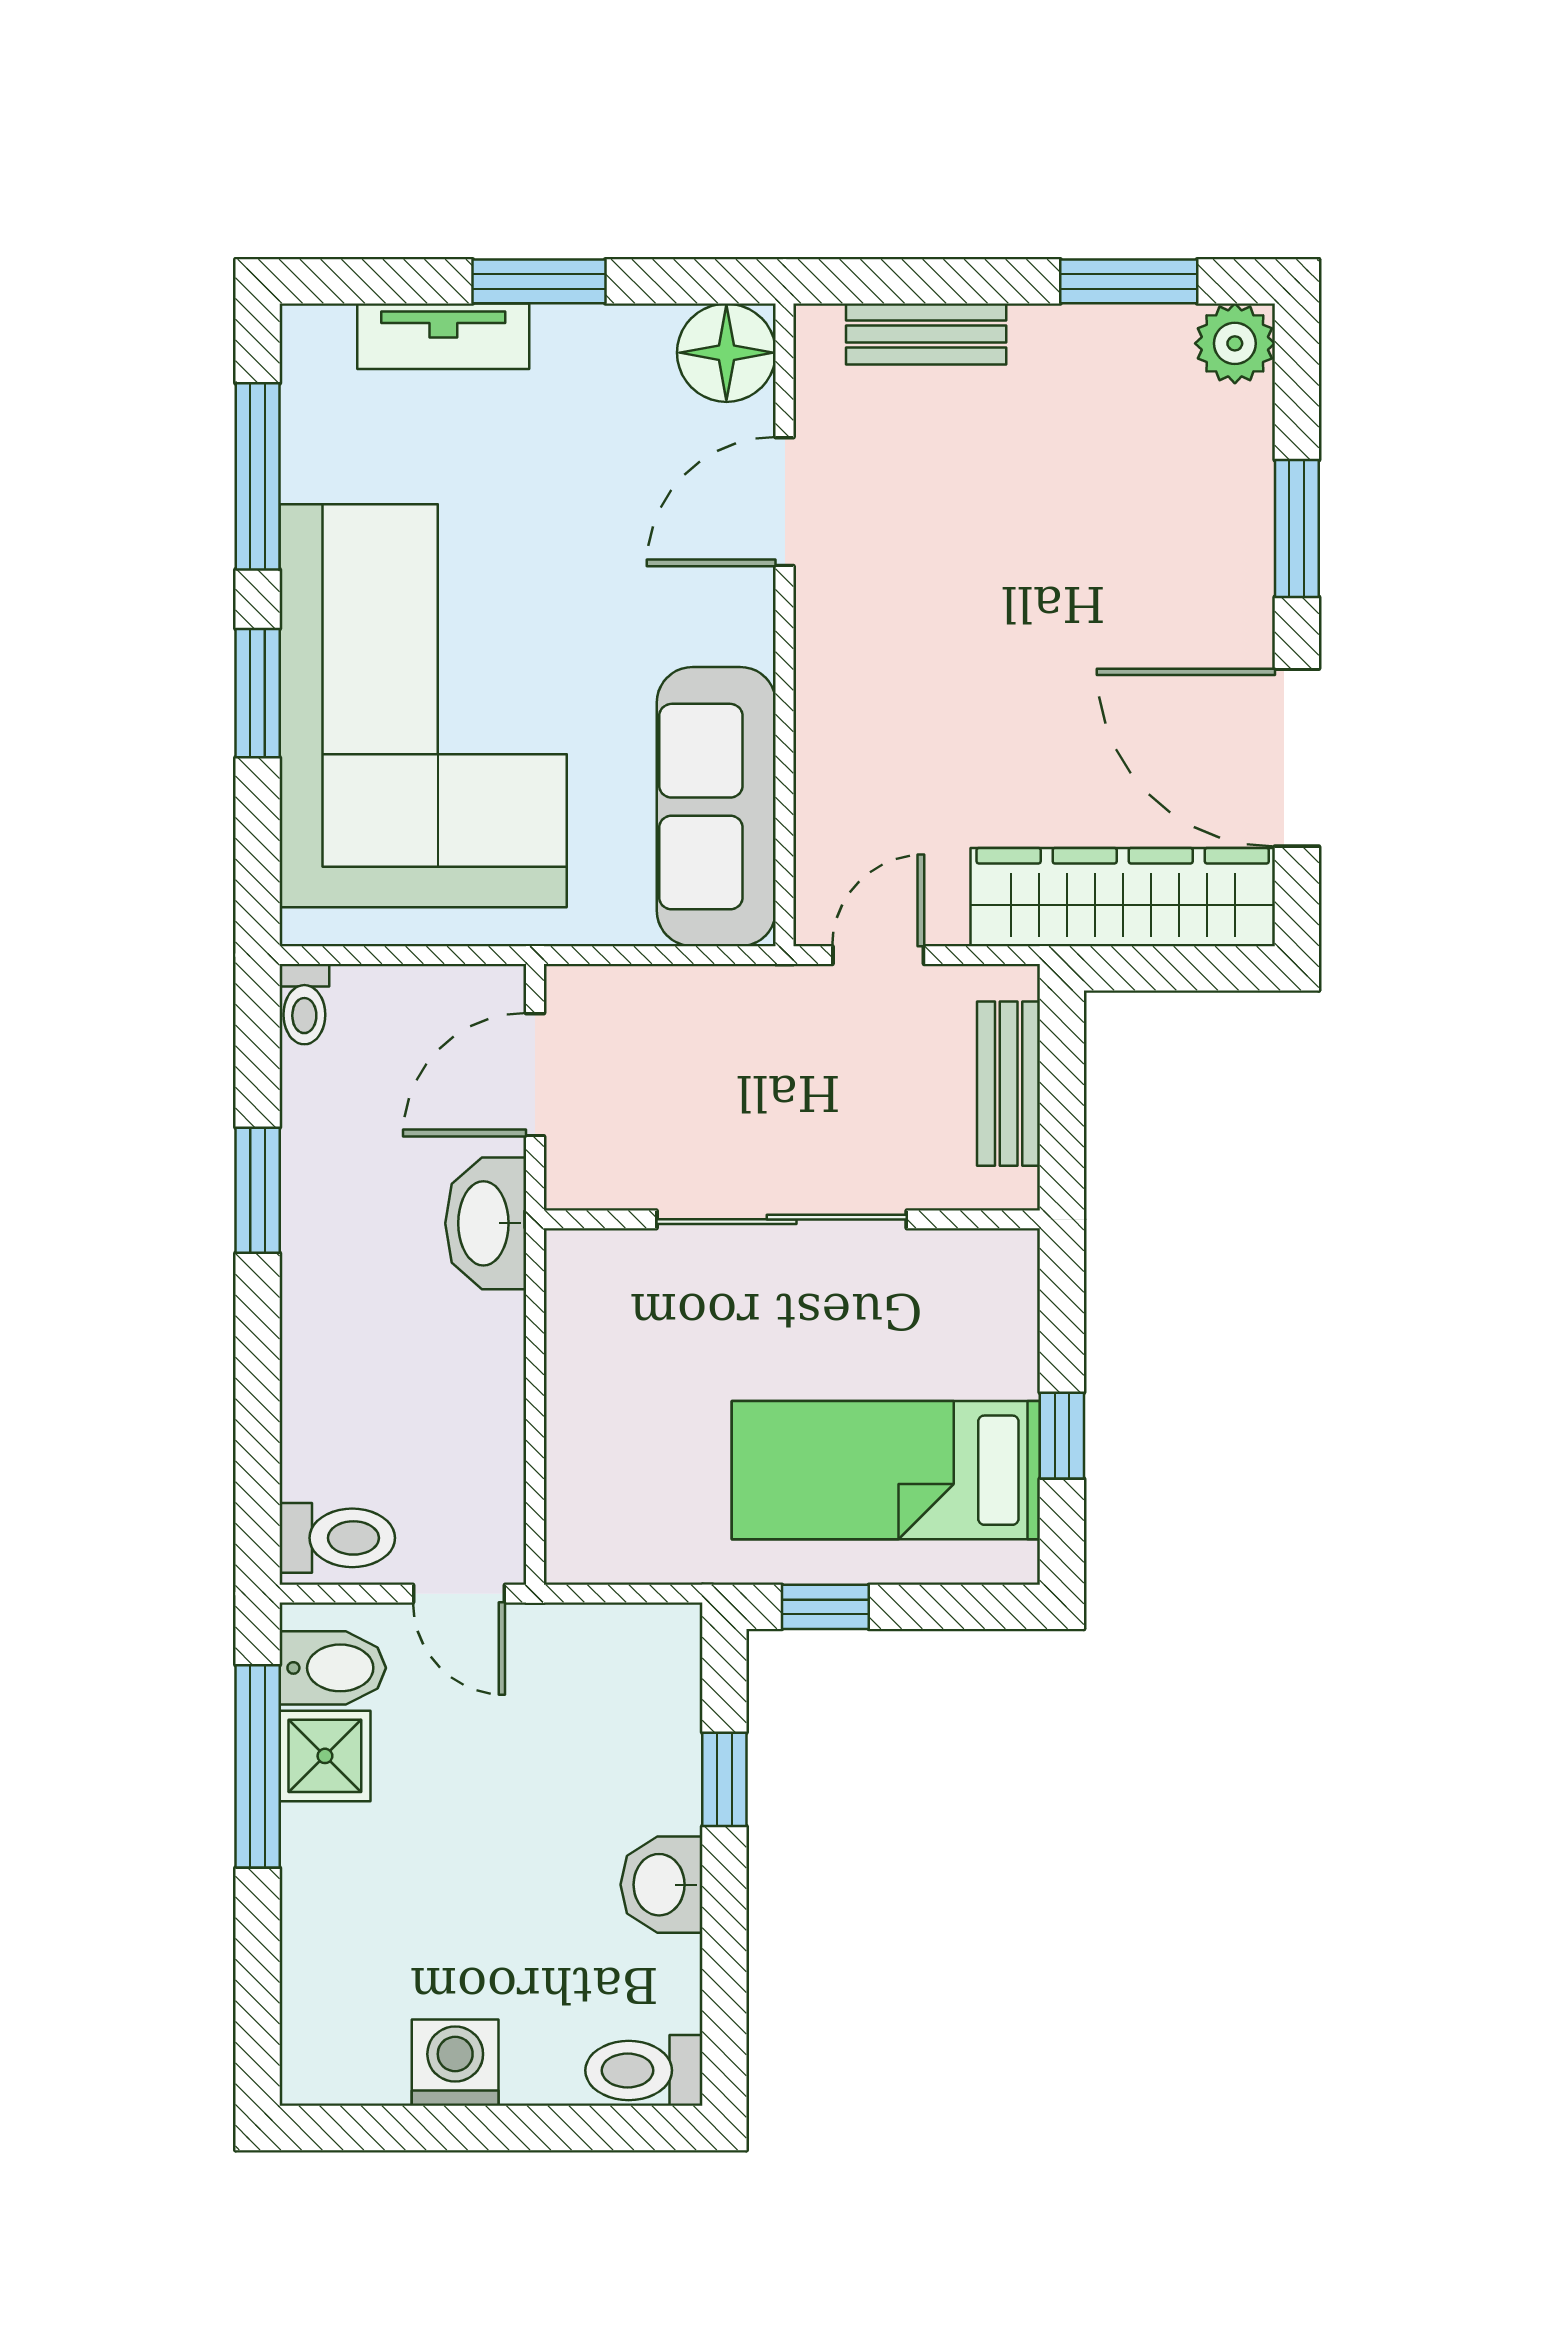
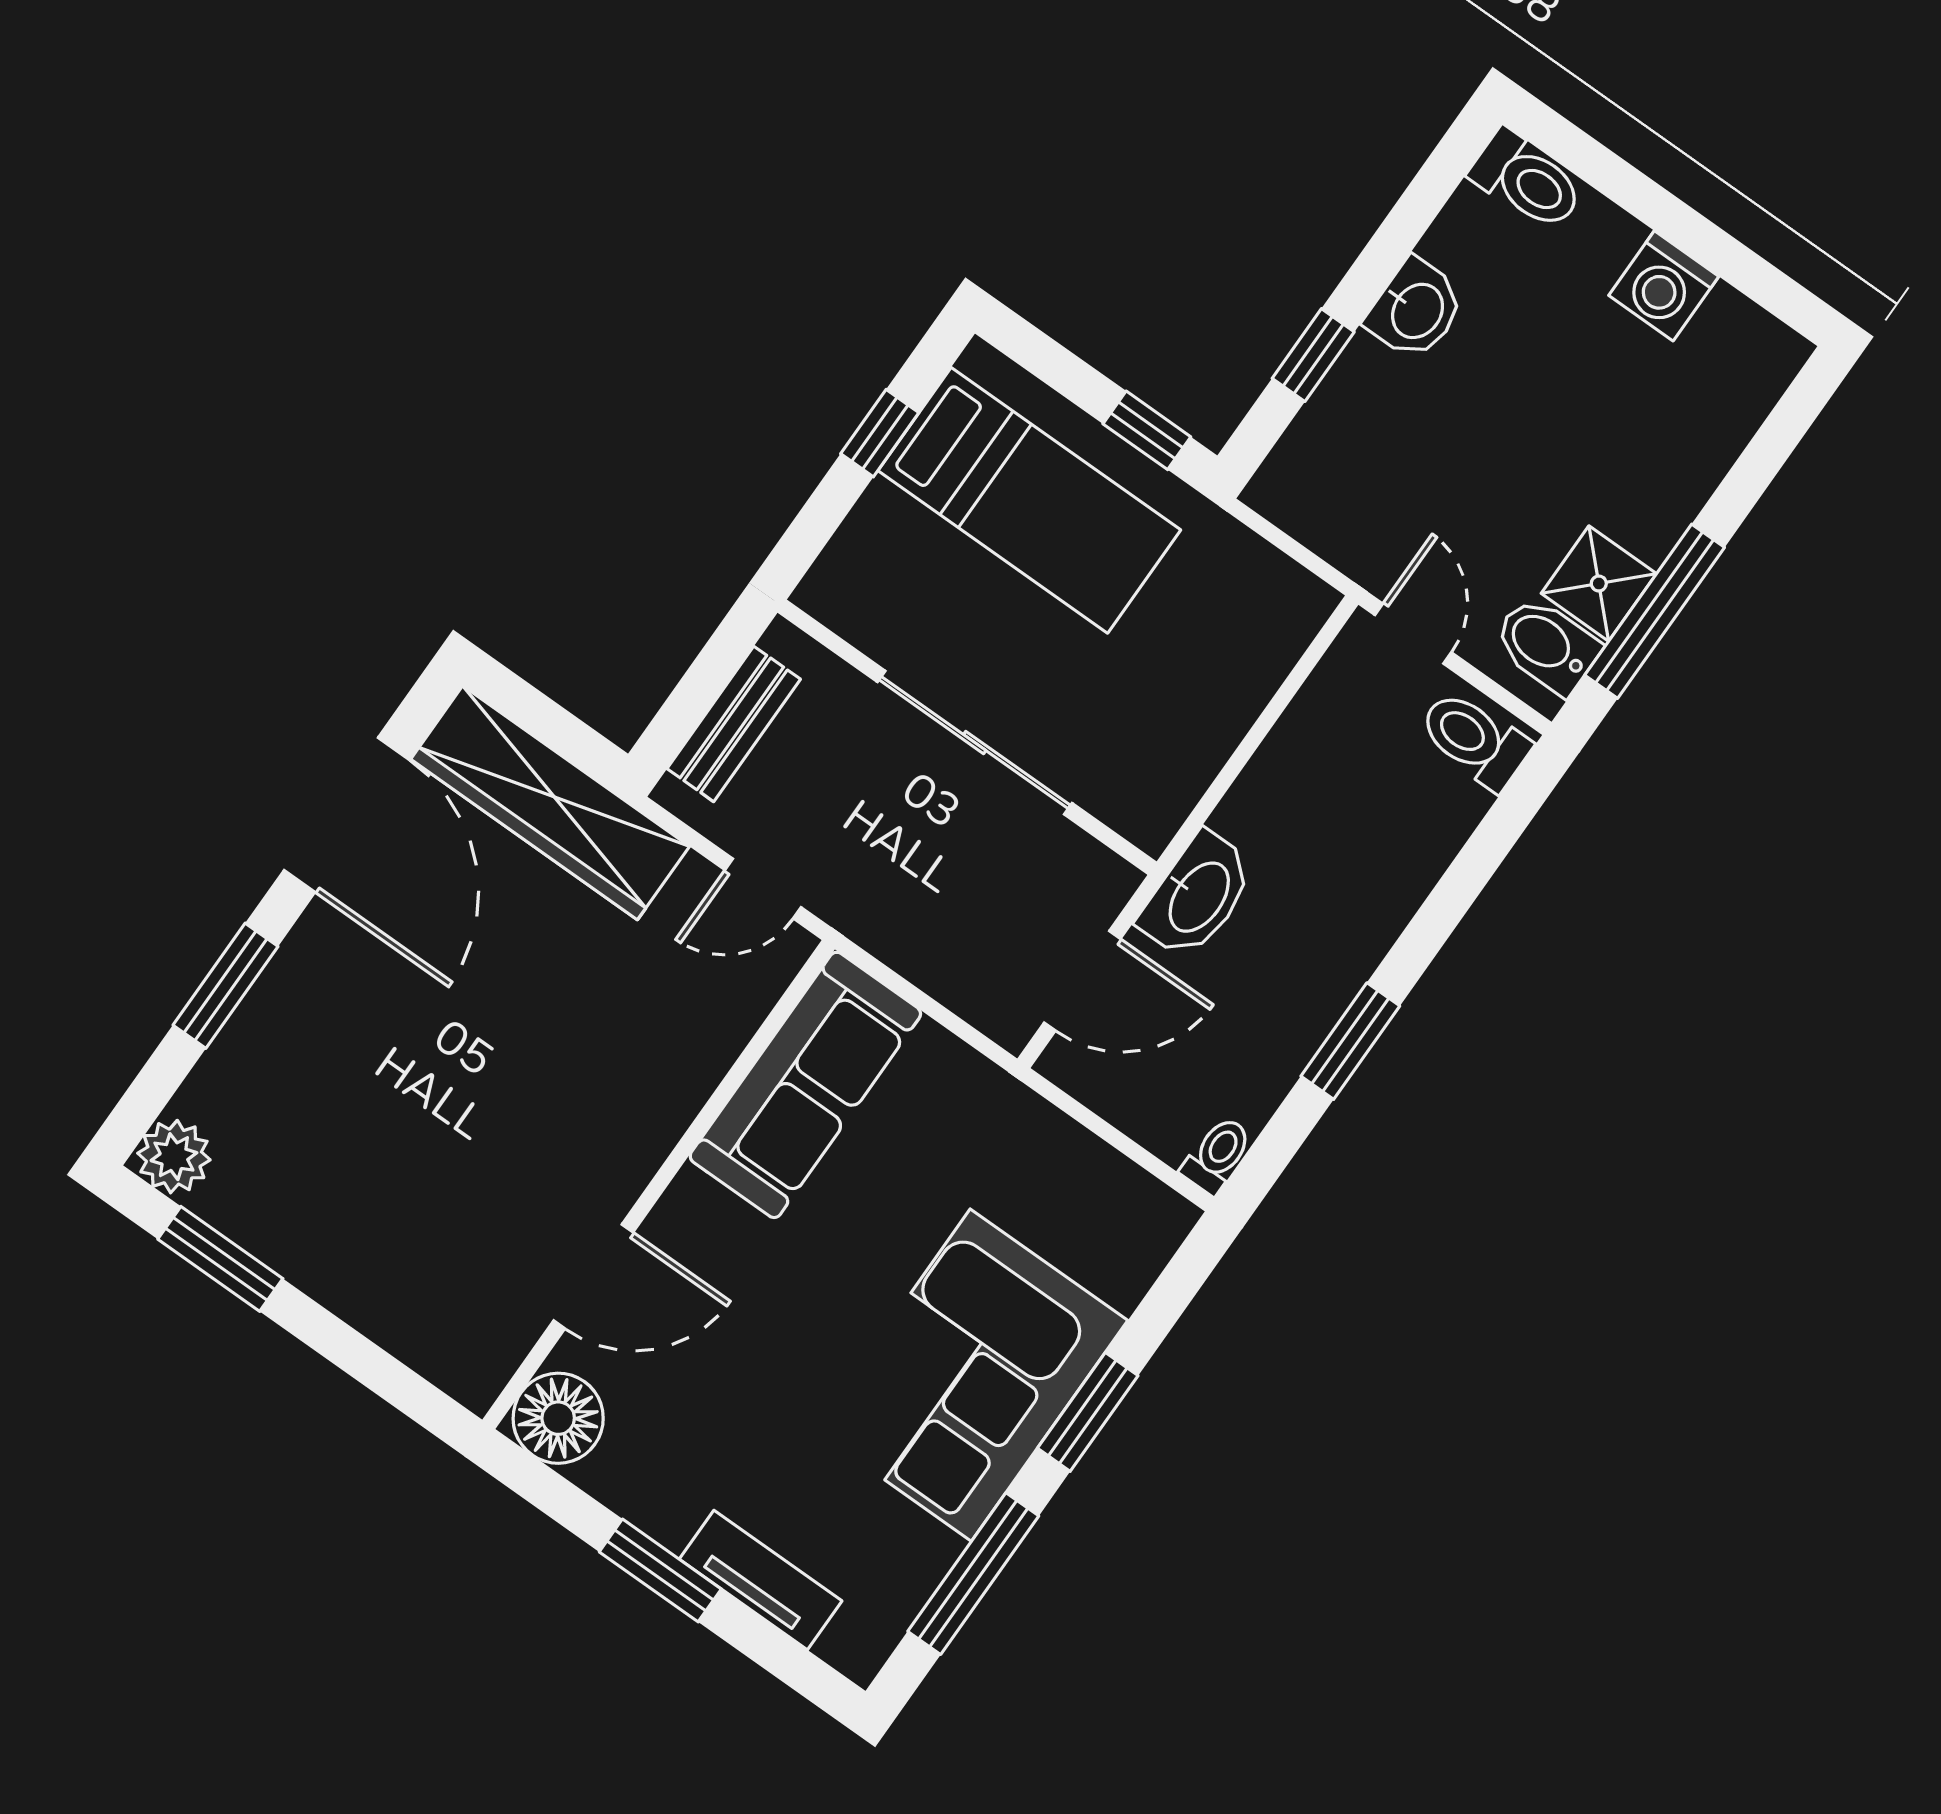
bench: (926, 334) -> (399, 1327), removed
corner sofa: (423, 706) -> (971, 1375), width x0.73, depth x0.74

